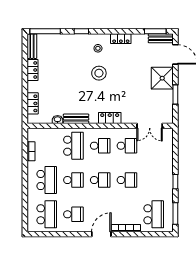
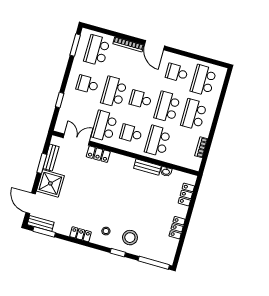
bench: (32, 46) -> (51, 158), moved
stool: (99, 73) -> (130, 238), moved
locker: (110, 118) -> (98, 154), moved
school desk: (127, 146) -> (104, 126), width x1.85
school desk: (73, 180) -> (167, 107), width x1.85
school desk: (127, 180) -> (114, 92), width x1.85
school desk: (154, 180) -> (87, 84), added
window: (175, 182) -> (60, 100), moved
door: (101, 234) -> (154, 45), hinge flipped

